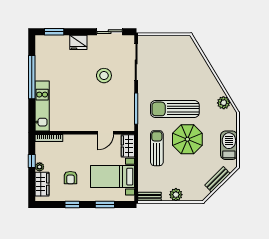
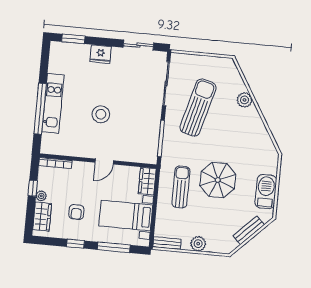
stool: (104, 76) -> (101, 114), moved
window: (32, 77) -> (40, 109), moved
plant: (224, 103) -> (244, 100), moved
kitchen unit: (42, 106) -> (53, 103), moved
sun lounger: (175, 109) -> (198, 108), moved, turned 105
door: (106, 133) -> (104, 162), moved
window: (105, 204) -> (114, 247), width x1.44

